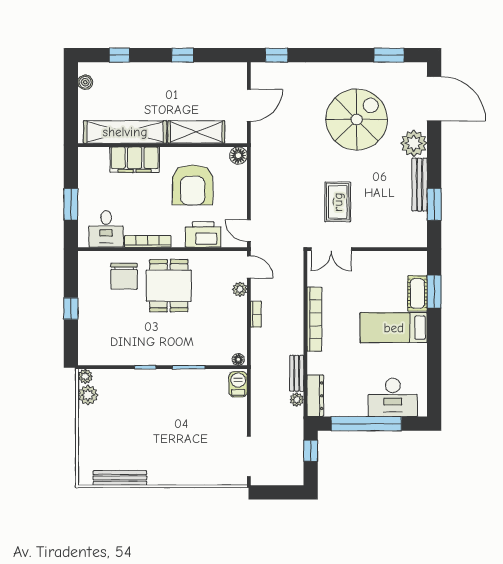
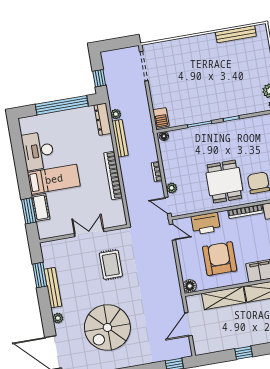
plant: (414, 143) -> (58, 318), width x0.53, depth x0.53
double door: (331, 249) -> (89, 233), moved
bench: (297, 373) -> (120, 138), width x1.36
desk: (393, 397) -> (38, 151), moved, turned -90

